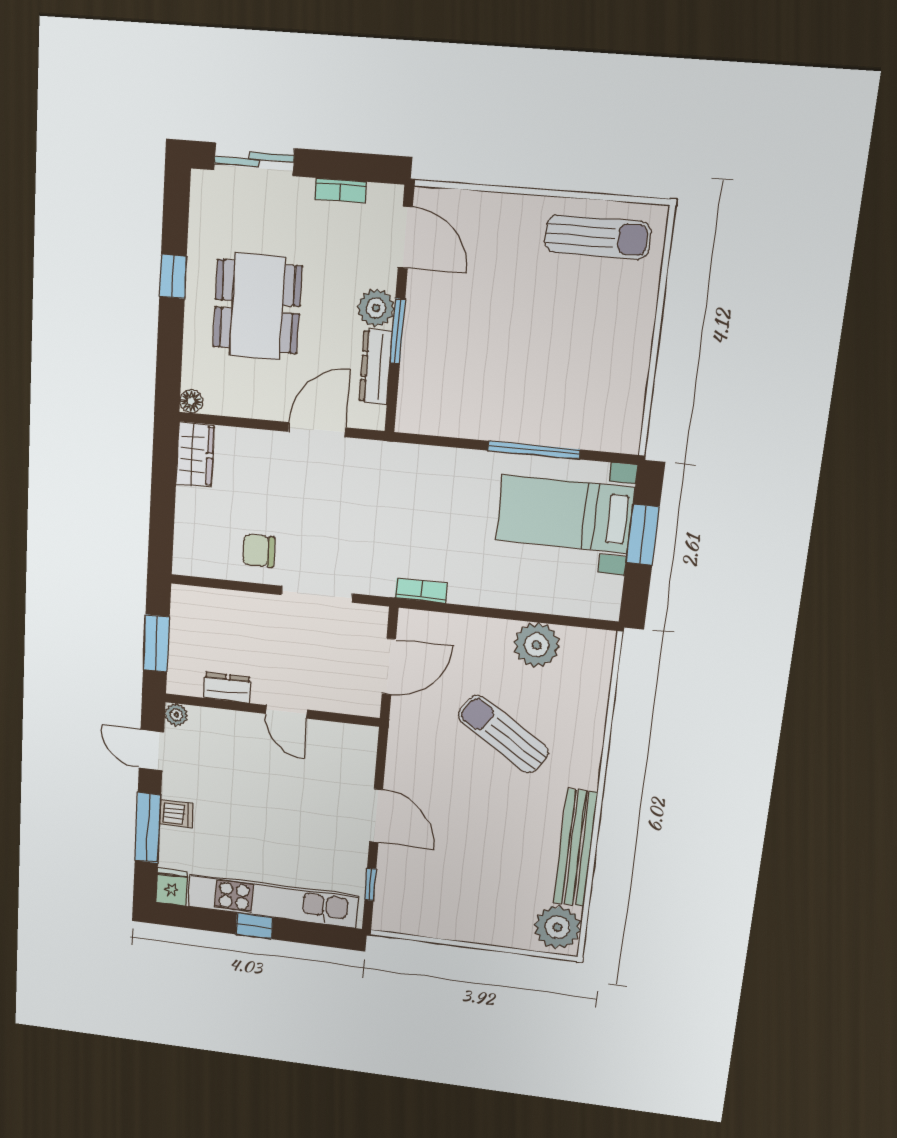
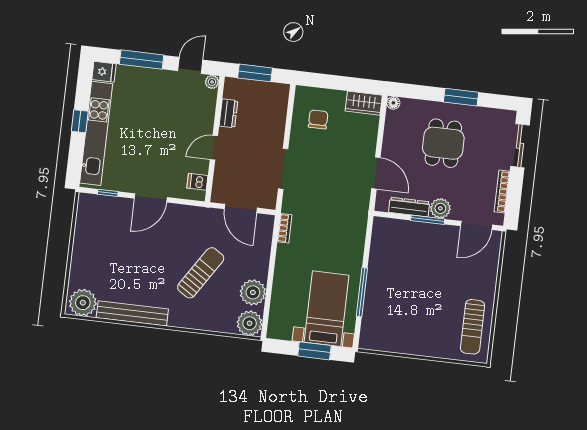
bookcase: (340, 190) -> (502, 192), width x1.56
window: (173, 276) -> (461, 97), width x1.50
dining table: (257, 307) -> (443, 143), width x0.73
chair: (259, 551) -> (318, 119), moved
plant: (592, 650) -> (250, 323), added
dishwasher: (176, 814) -> (197, 182), moved, turned 90

